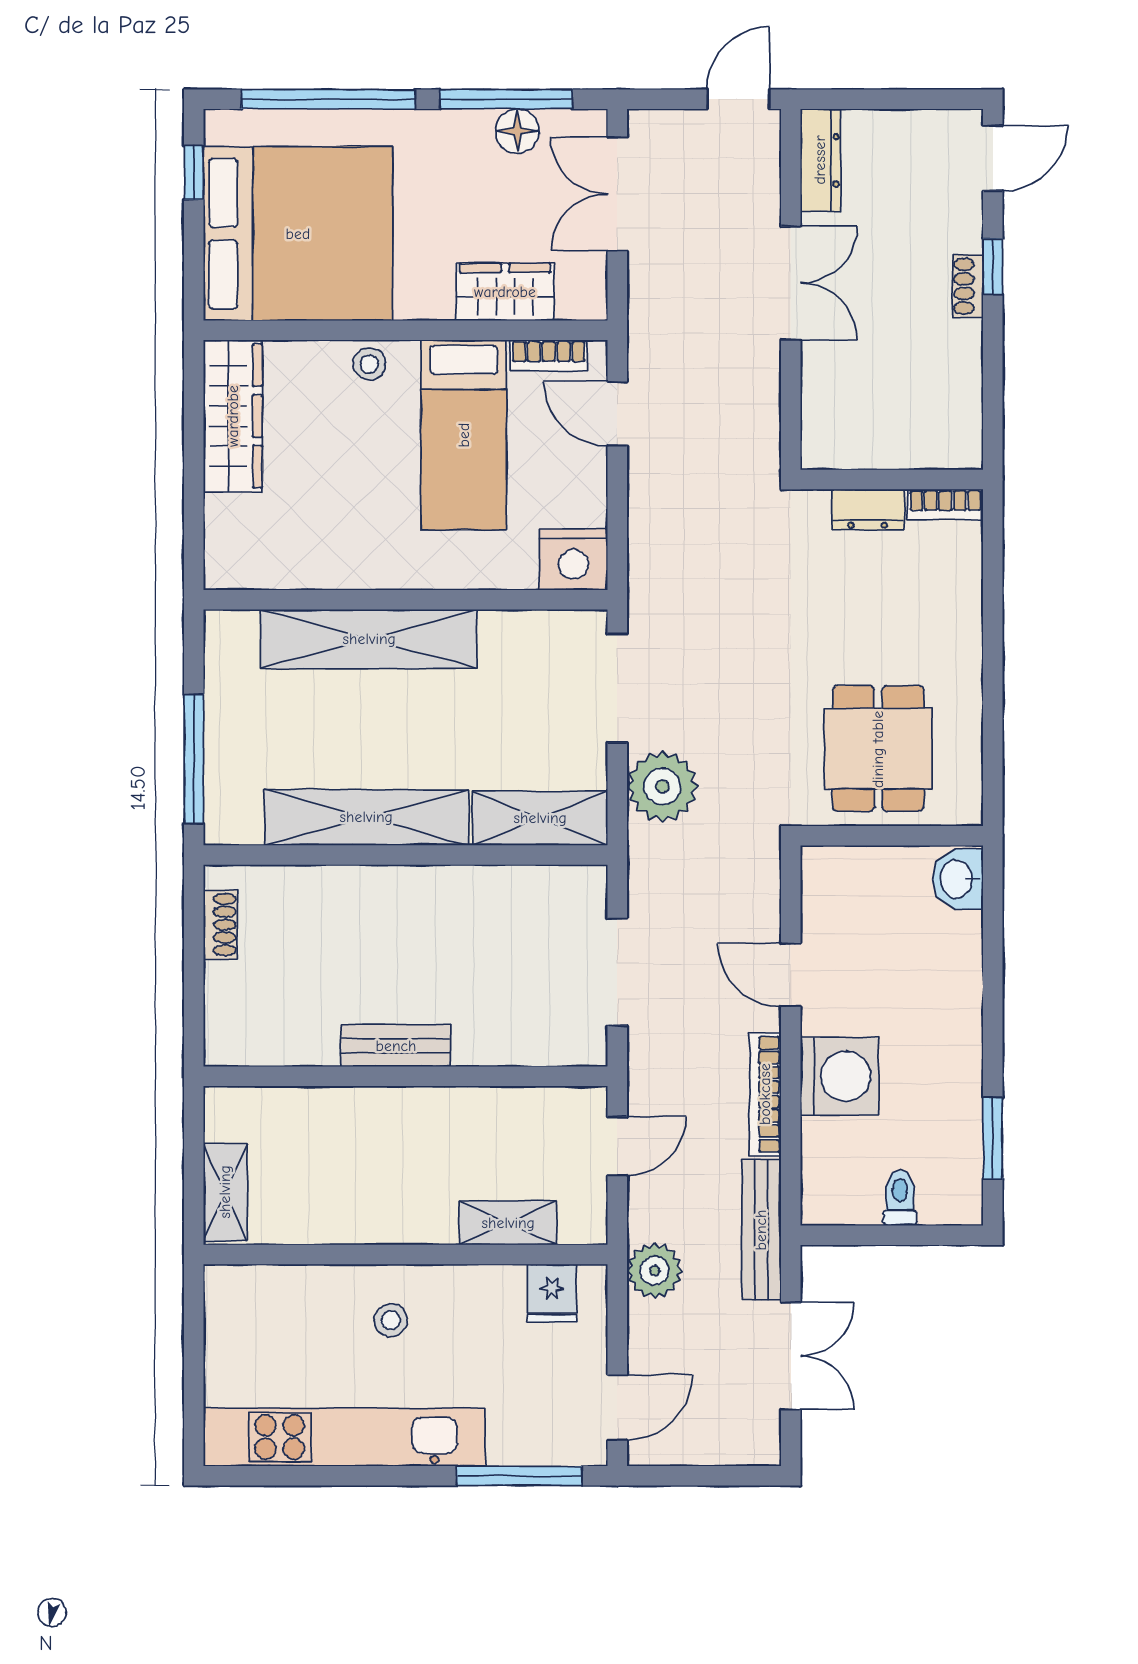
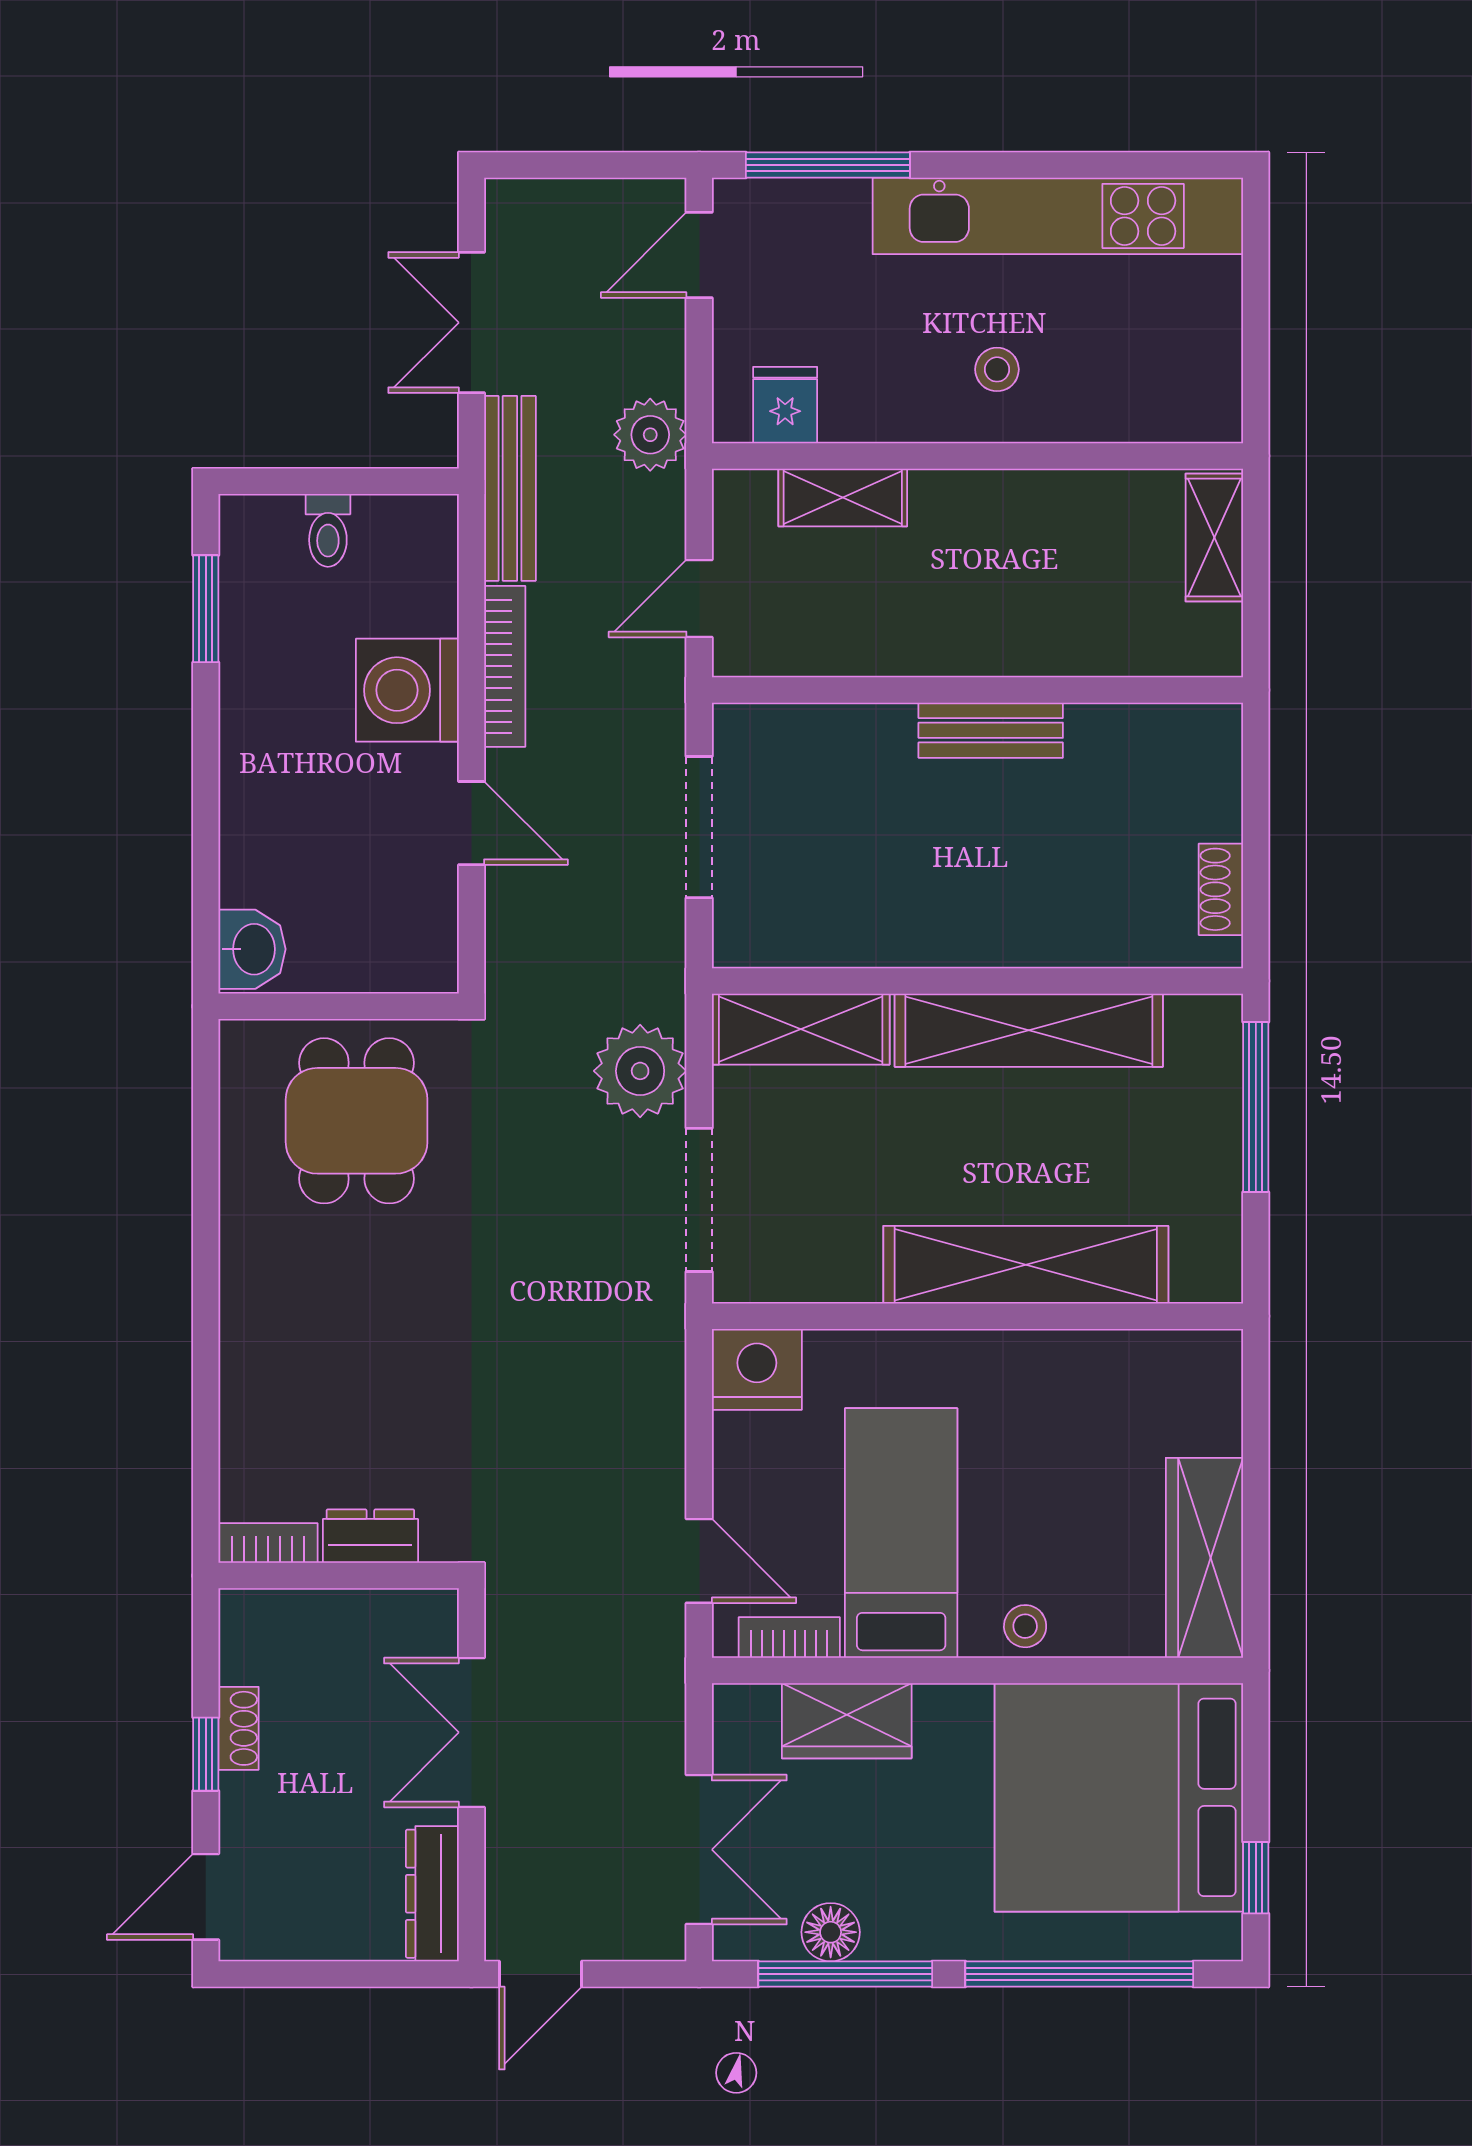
wall: (892, 479) -> (339, 1576), moved
bookcase: (945, 504) -> (268, 1543), moved
dresser: (868, 509) -> (370, 1536), moved

